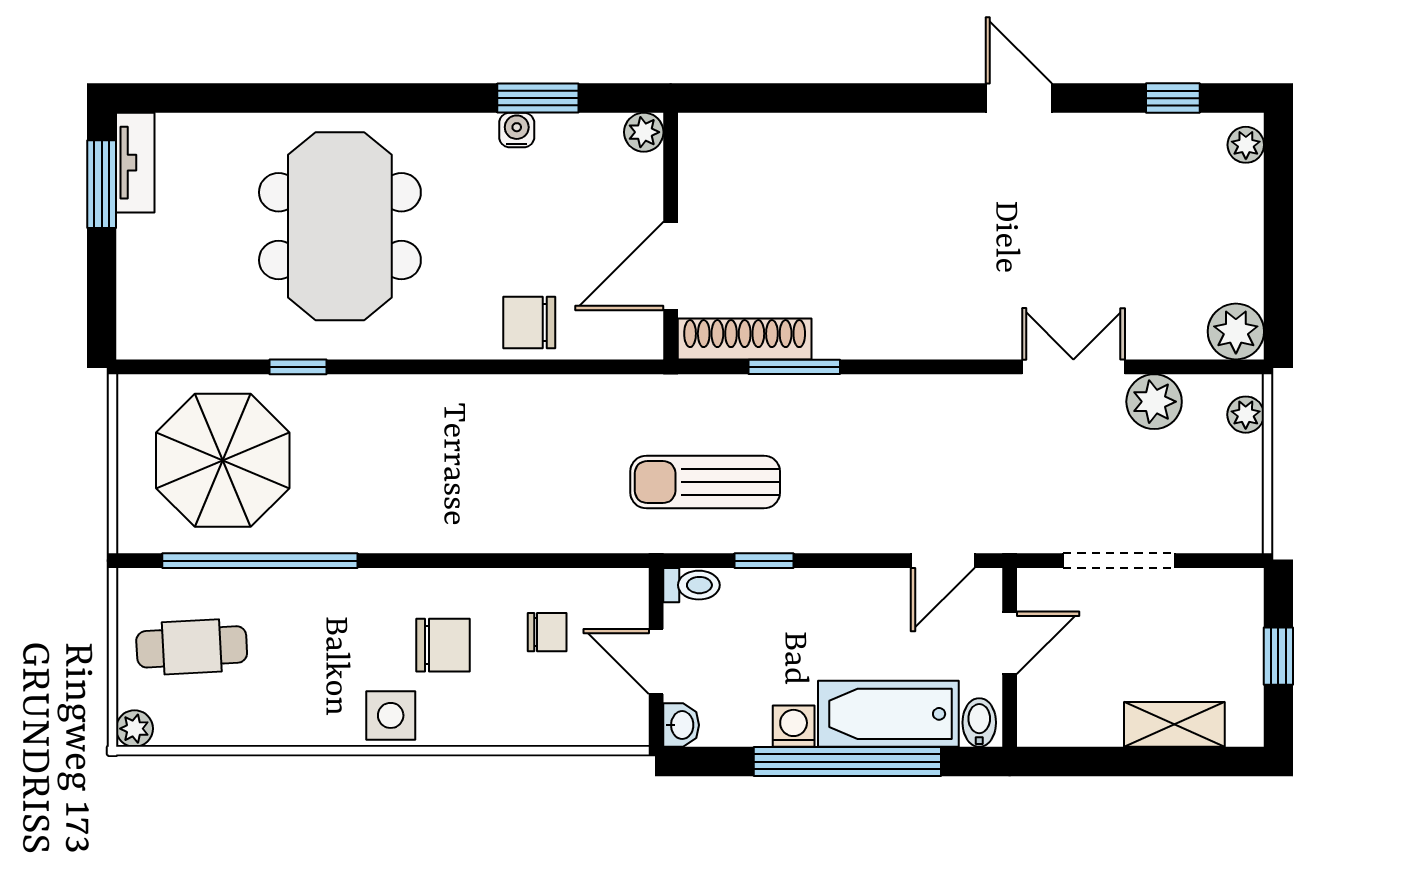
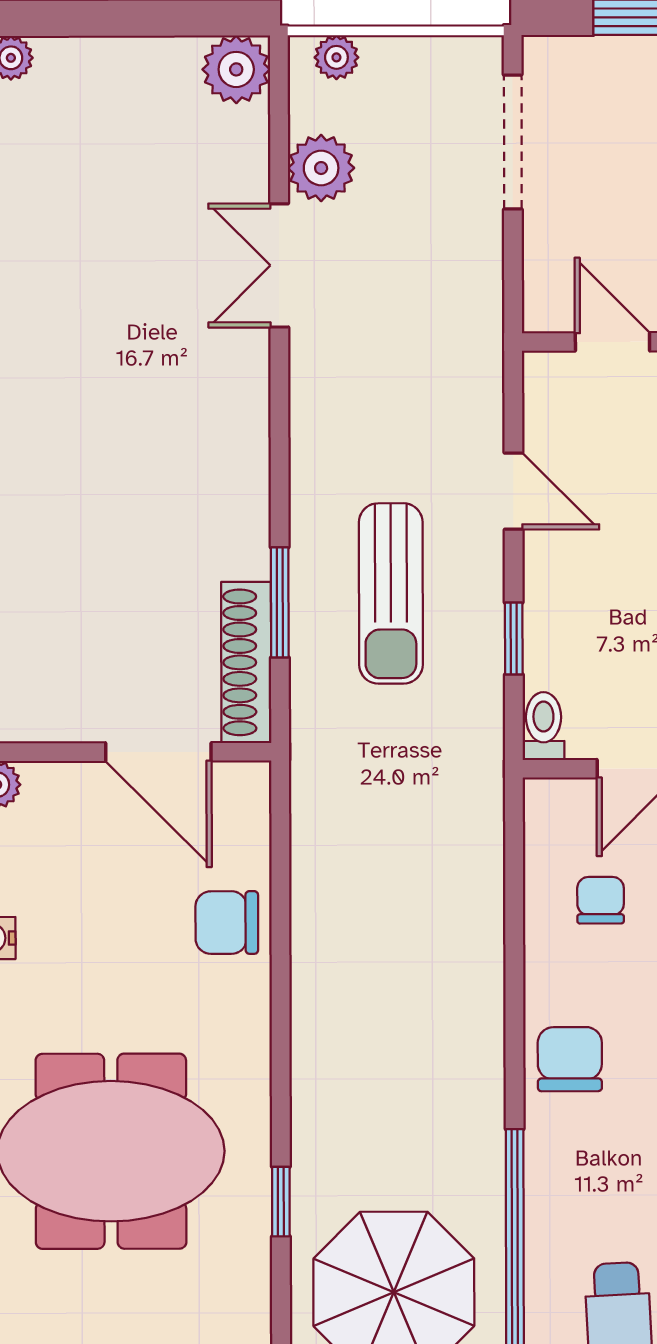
chair: (529, 322) -> (227, 923), turned 90
sun lounger: (705, 482) -> (391, 593), moved
door: (943, 561) -> (513, 491), moved
doorway: (1119, 561) -> (513, 142), moved
chair: (443, 645) -> (570, 1059), moved

